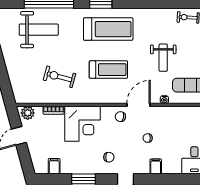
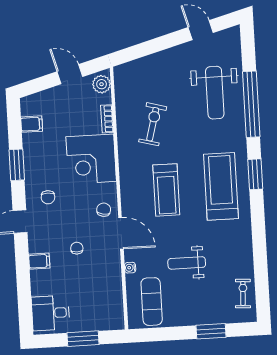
treadmill: (108, 29) -> (221, 186), turned 180

